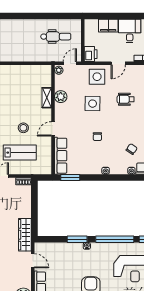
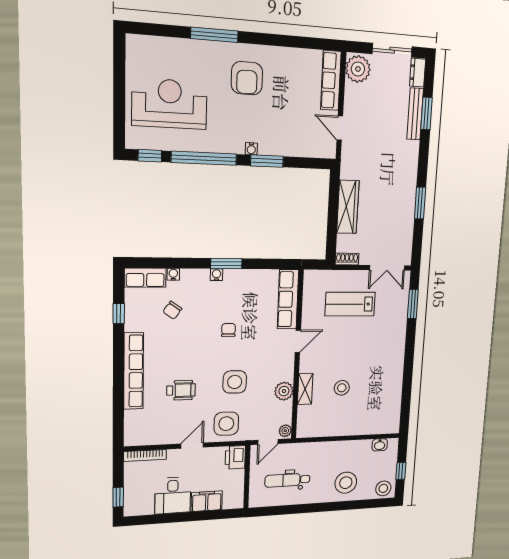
stool: (16, 32) -> (346, 483), added
stool: (23, 128) -> (342, 388), moved
window: (70, 178) -> (226, 264), moved
wardrobe: (25, 235) -> (348, 207), moved

